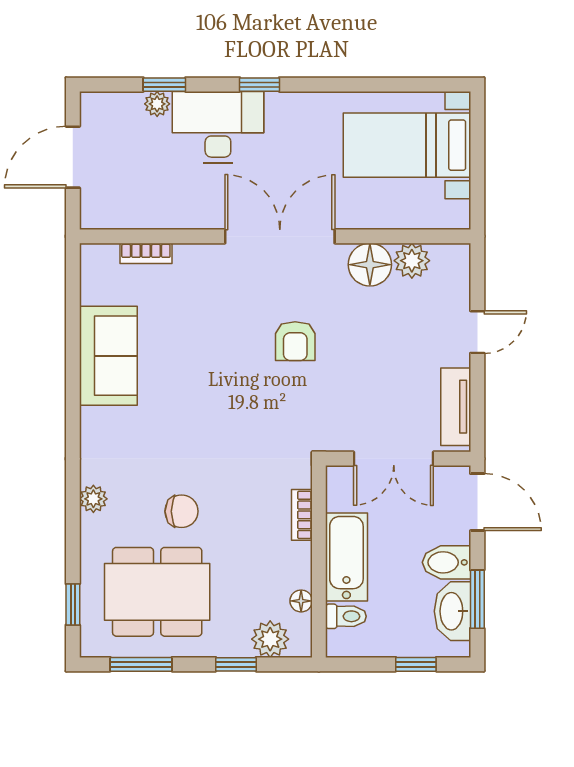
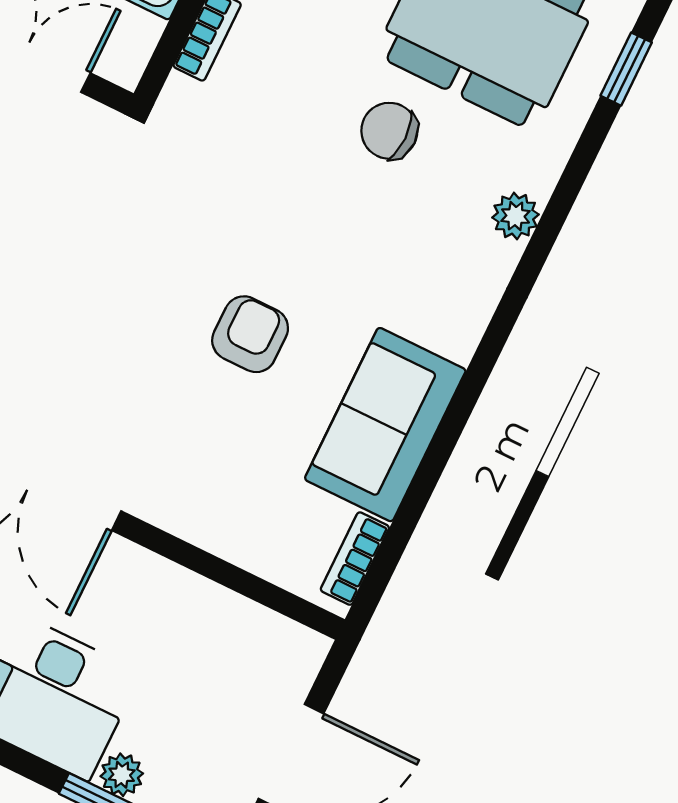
bookcase: (146, 253) -> (355, 559), moved, turned -90
armchair: (295, 341) -> (250, 334), moved

